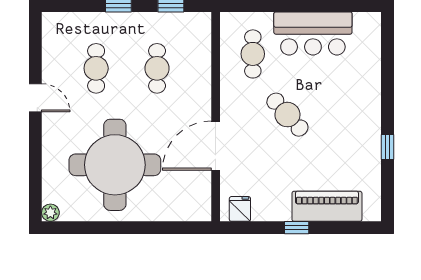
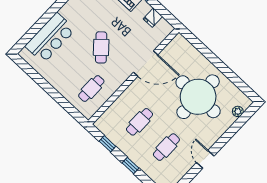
bar counter: (313, 33) -> (50, 38), moved, turned 90
fridge: (240, 209) -> (153, 18), moved
plant: (50, 213) -> (238, 111), moved

